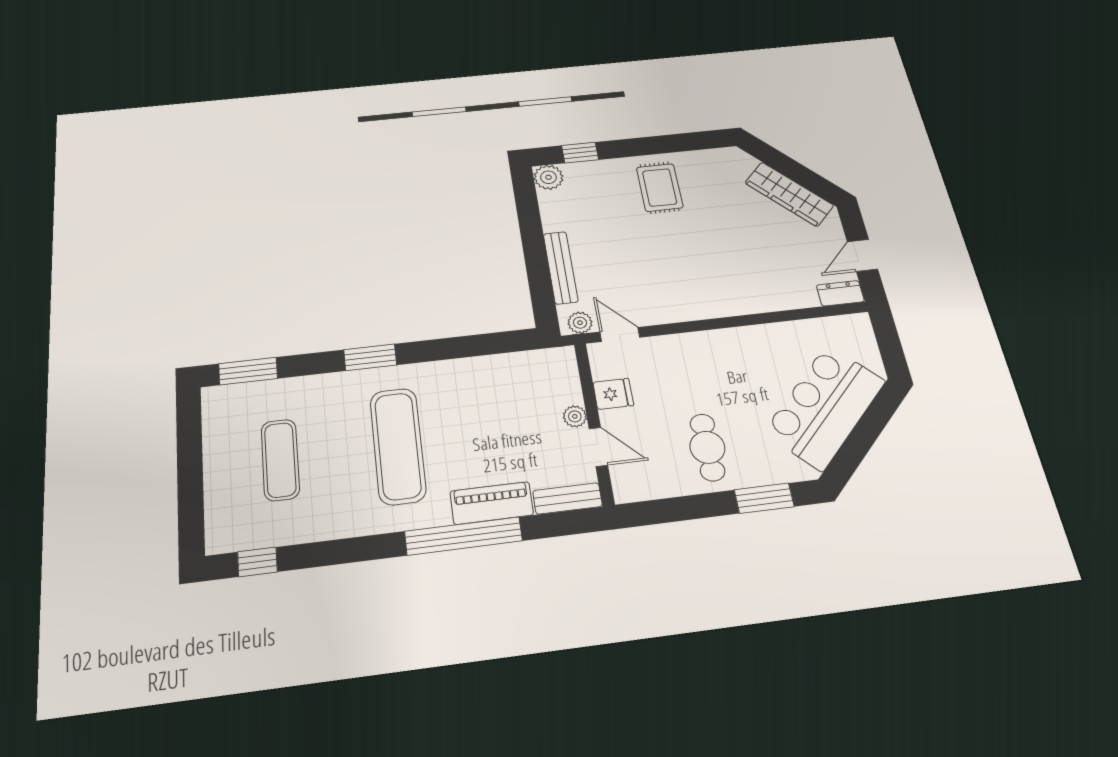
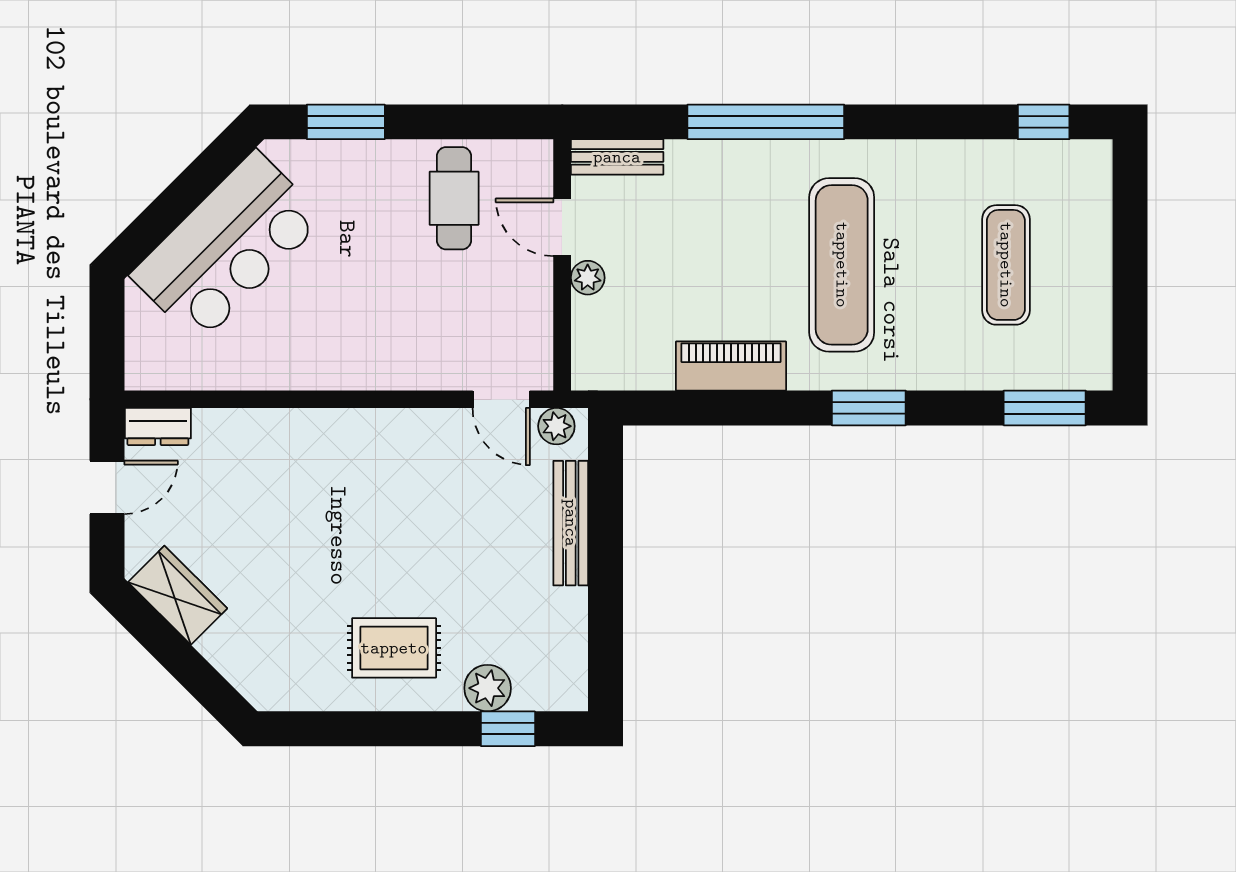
plant: (549, 177) -> (488, 688), moved
rug: (660, 187) -> (394, 648), turned 90
wardrobe: (789, 194) -> (178, 595), width x0.67
fridge: (613, 394) -> (527, 306), removed
cafe table: (707, 447) -> (454, 198), moved
piano: (492, 503) -> (731, 366), moved, turned 180

